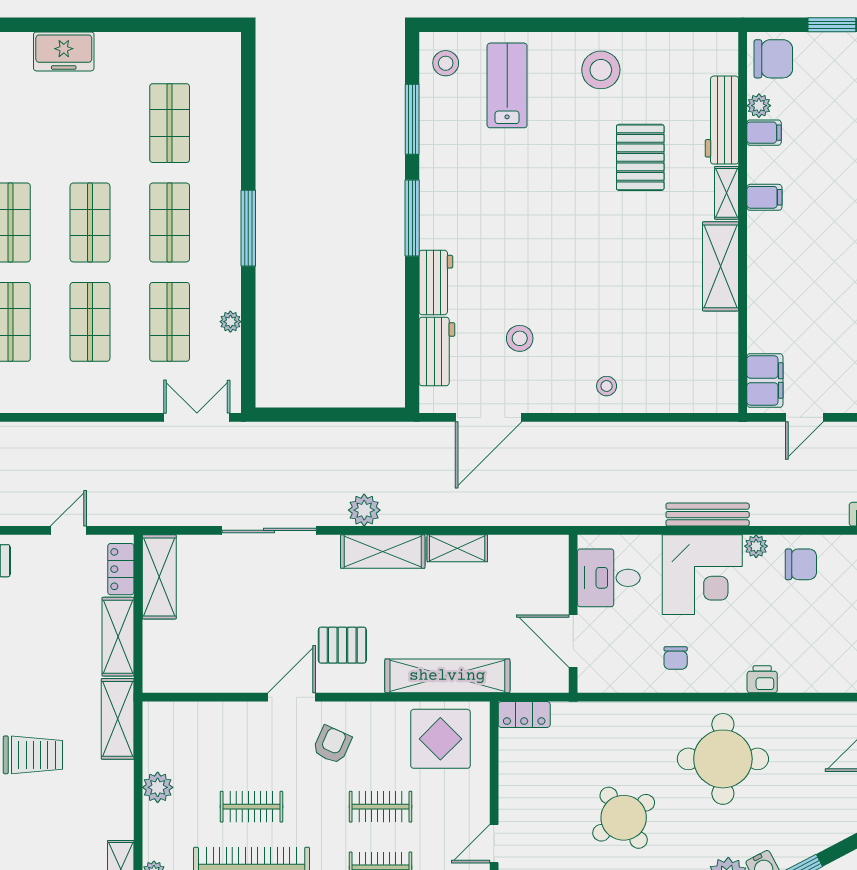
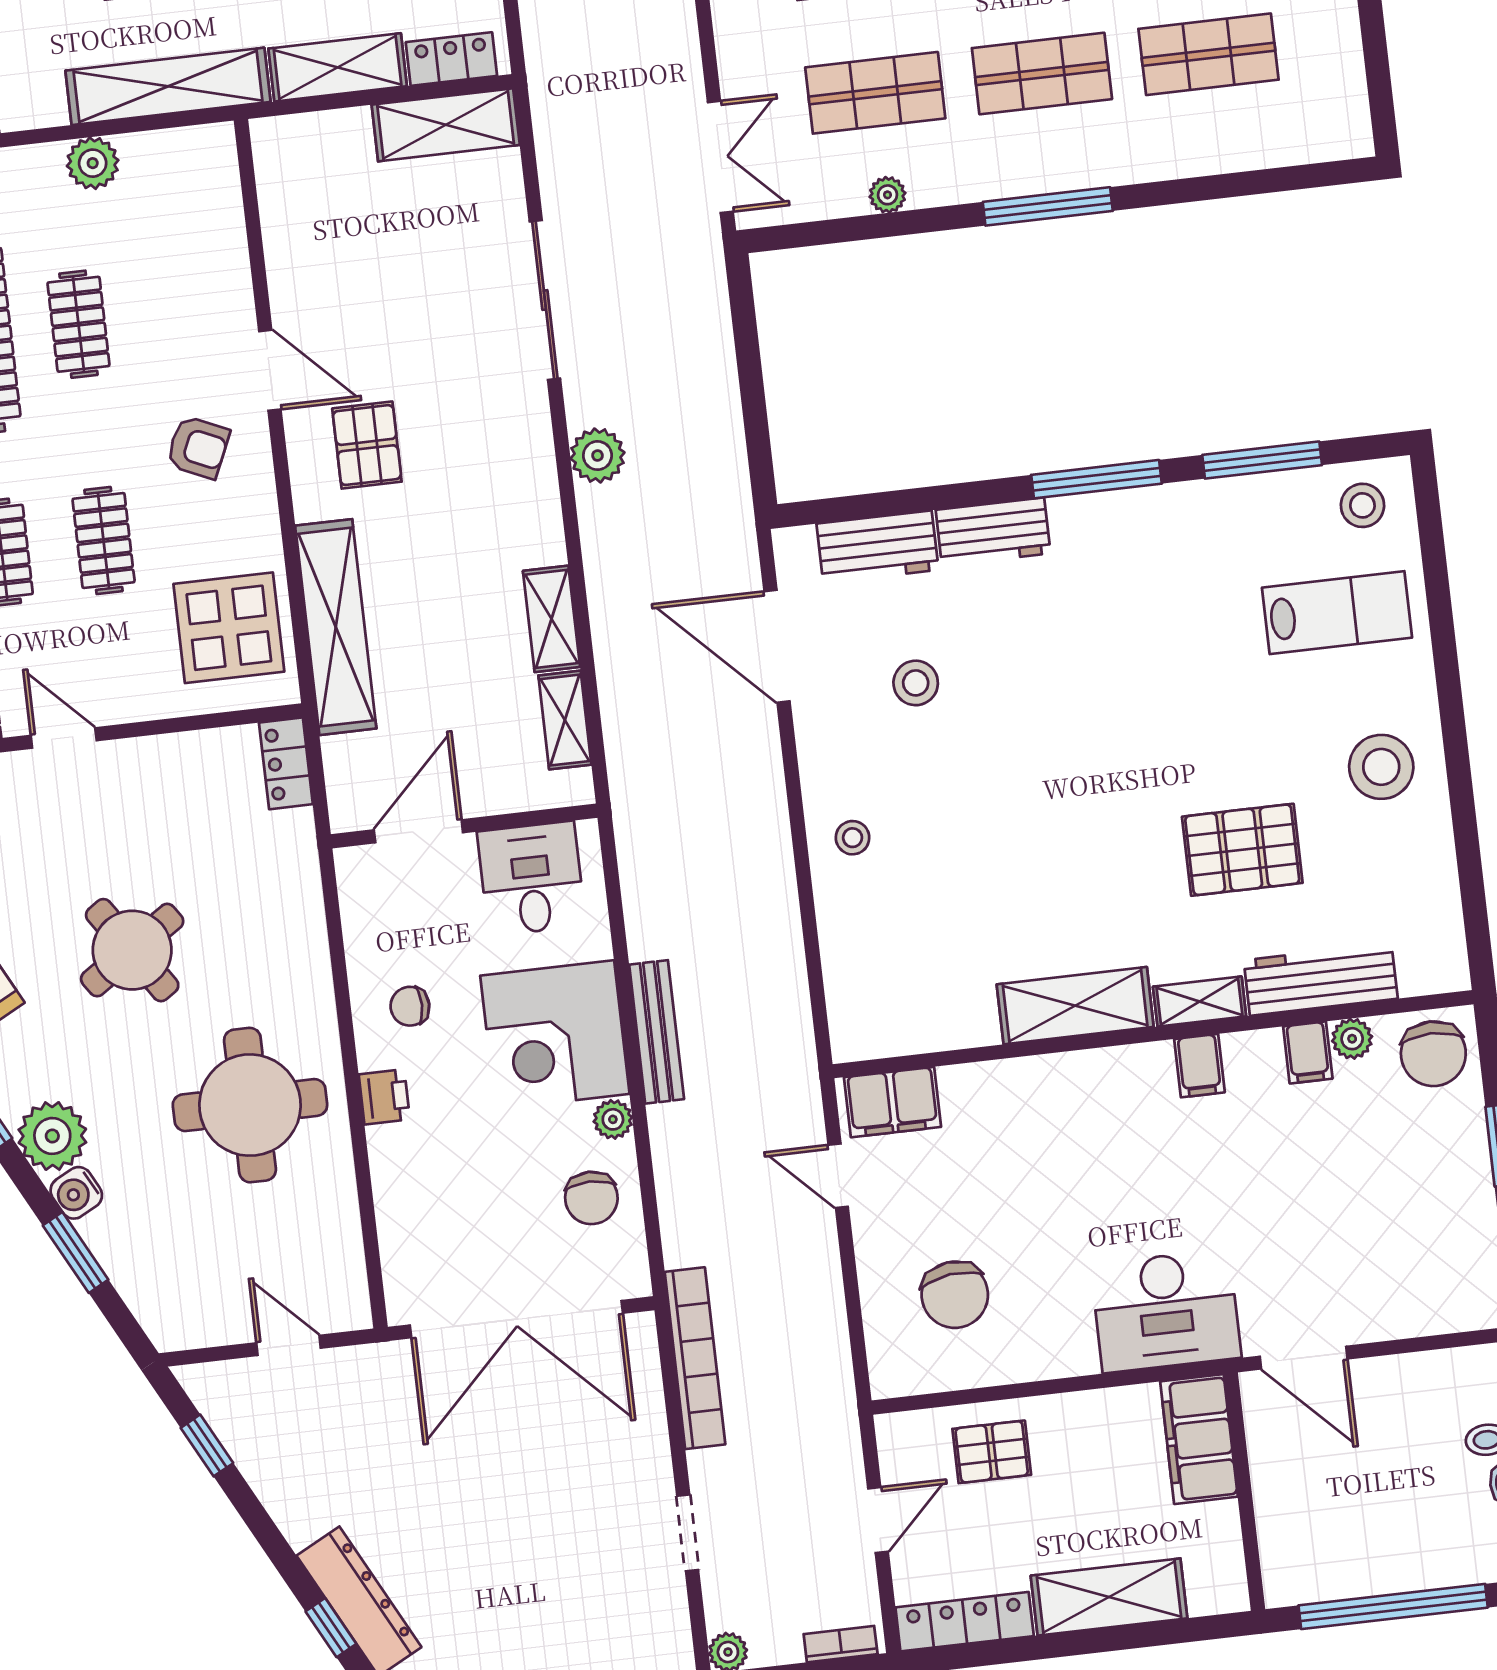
shelving: (383, 552) -> (565, 720), moved, width x0.67, depth x0.75
printer: (762, 679) -> (384, 1097), moved
shelving: (118, 719) -> (168, 86), width x1.47

